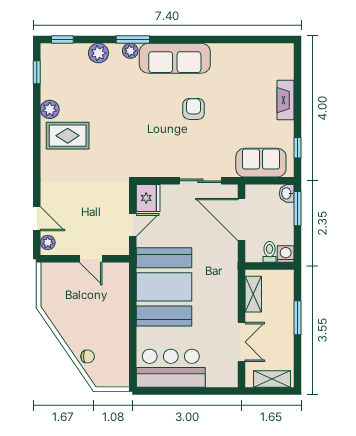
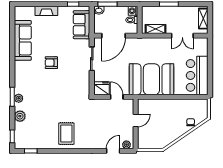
sofa: (175, 58) -> (23, 40), moved
plant: (50, 109) -> (52, 144), removed
double door: (241, 342) -> (182, 36), swing flipped

